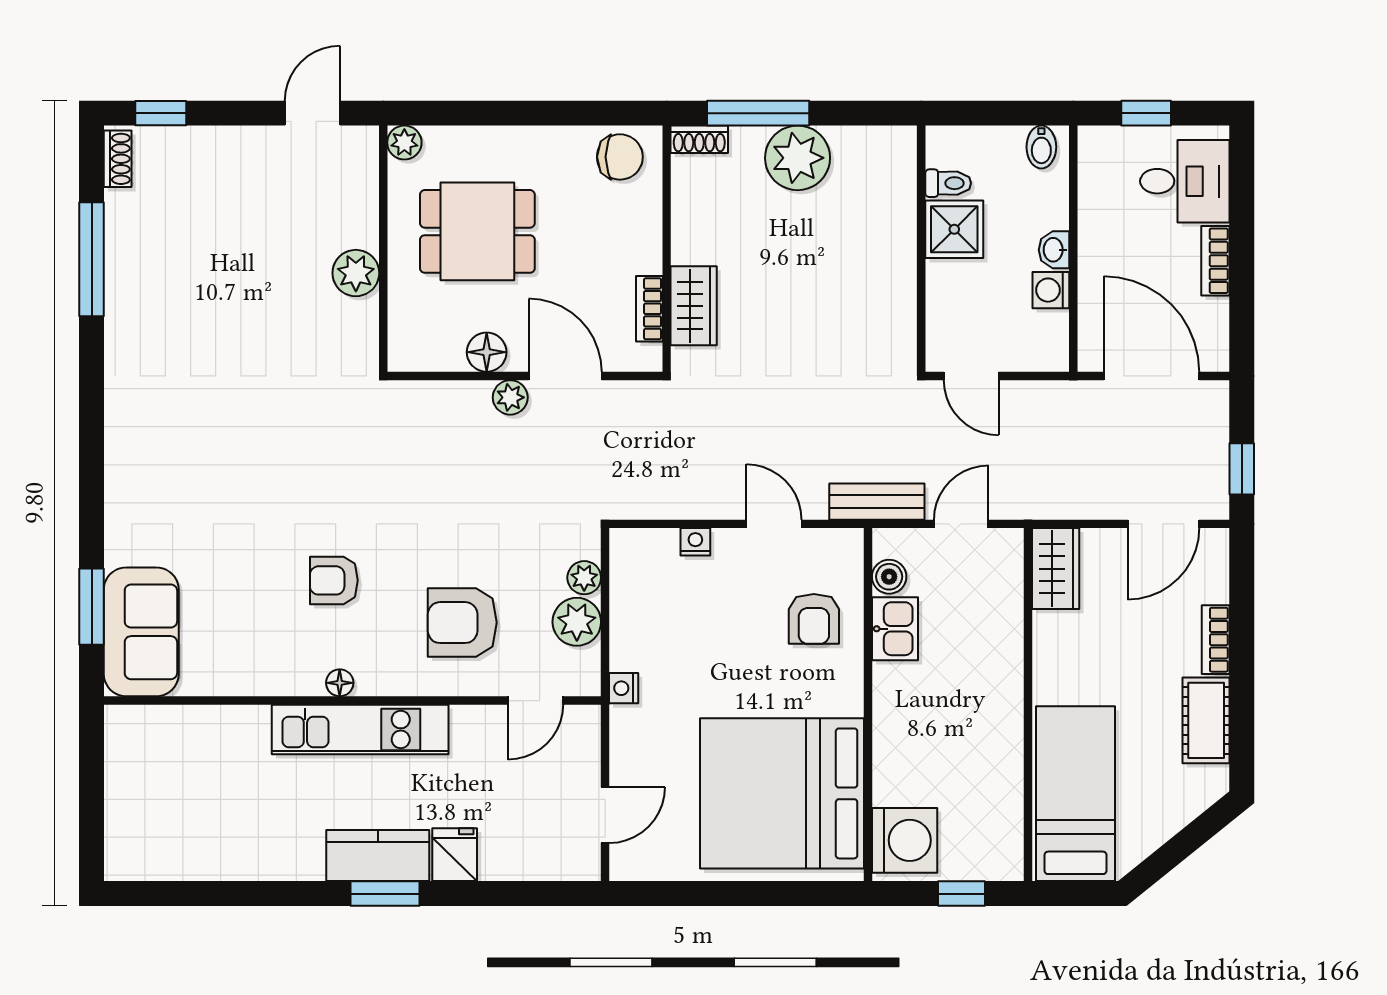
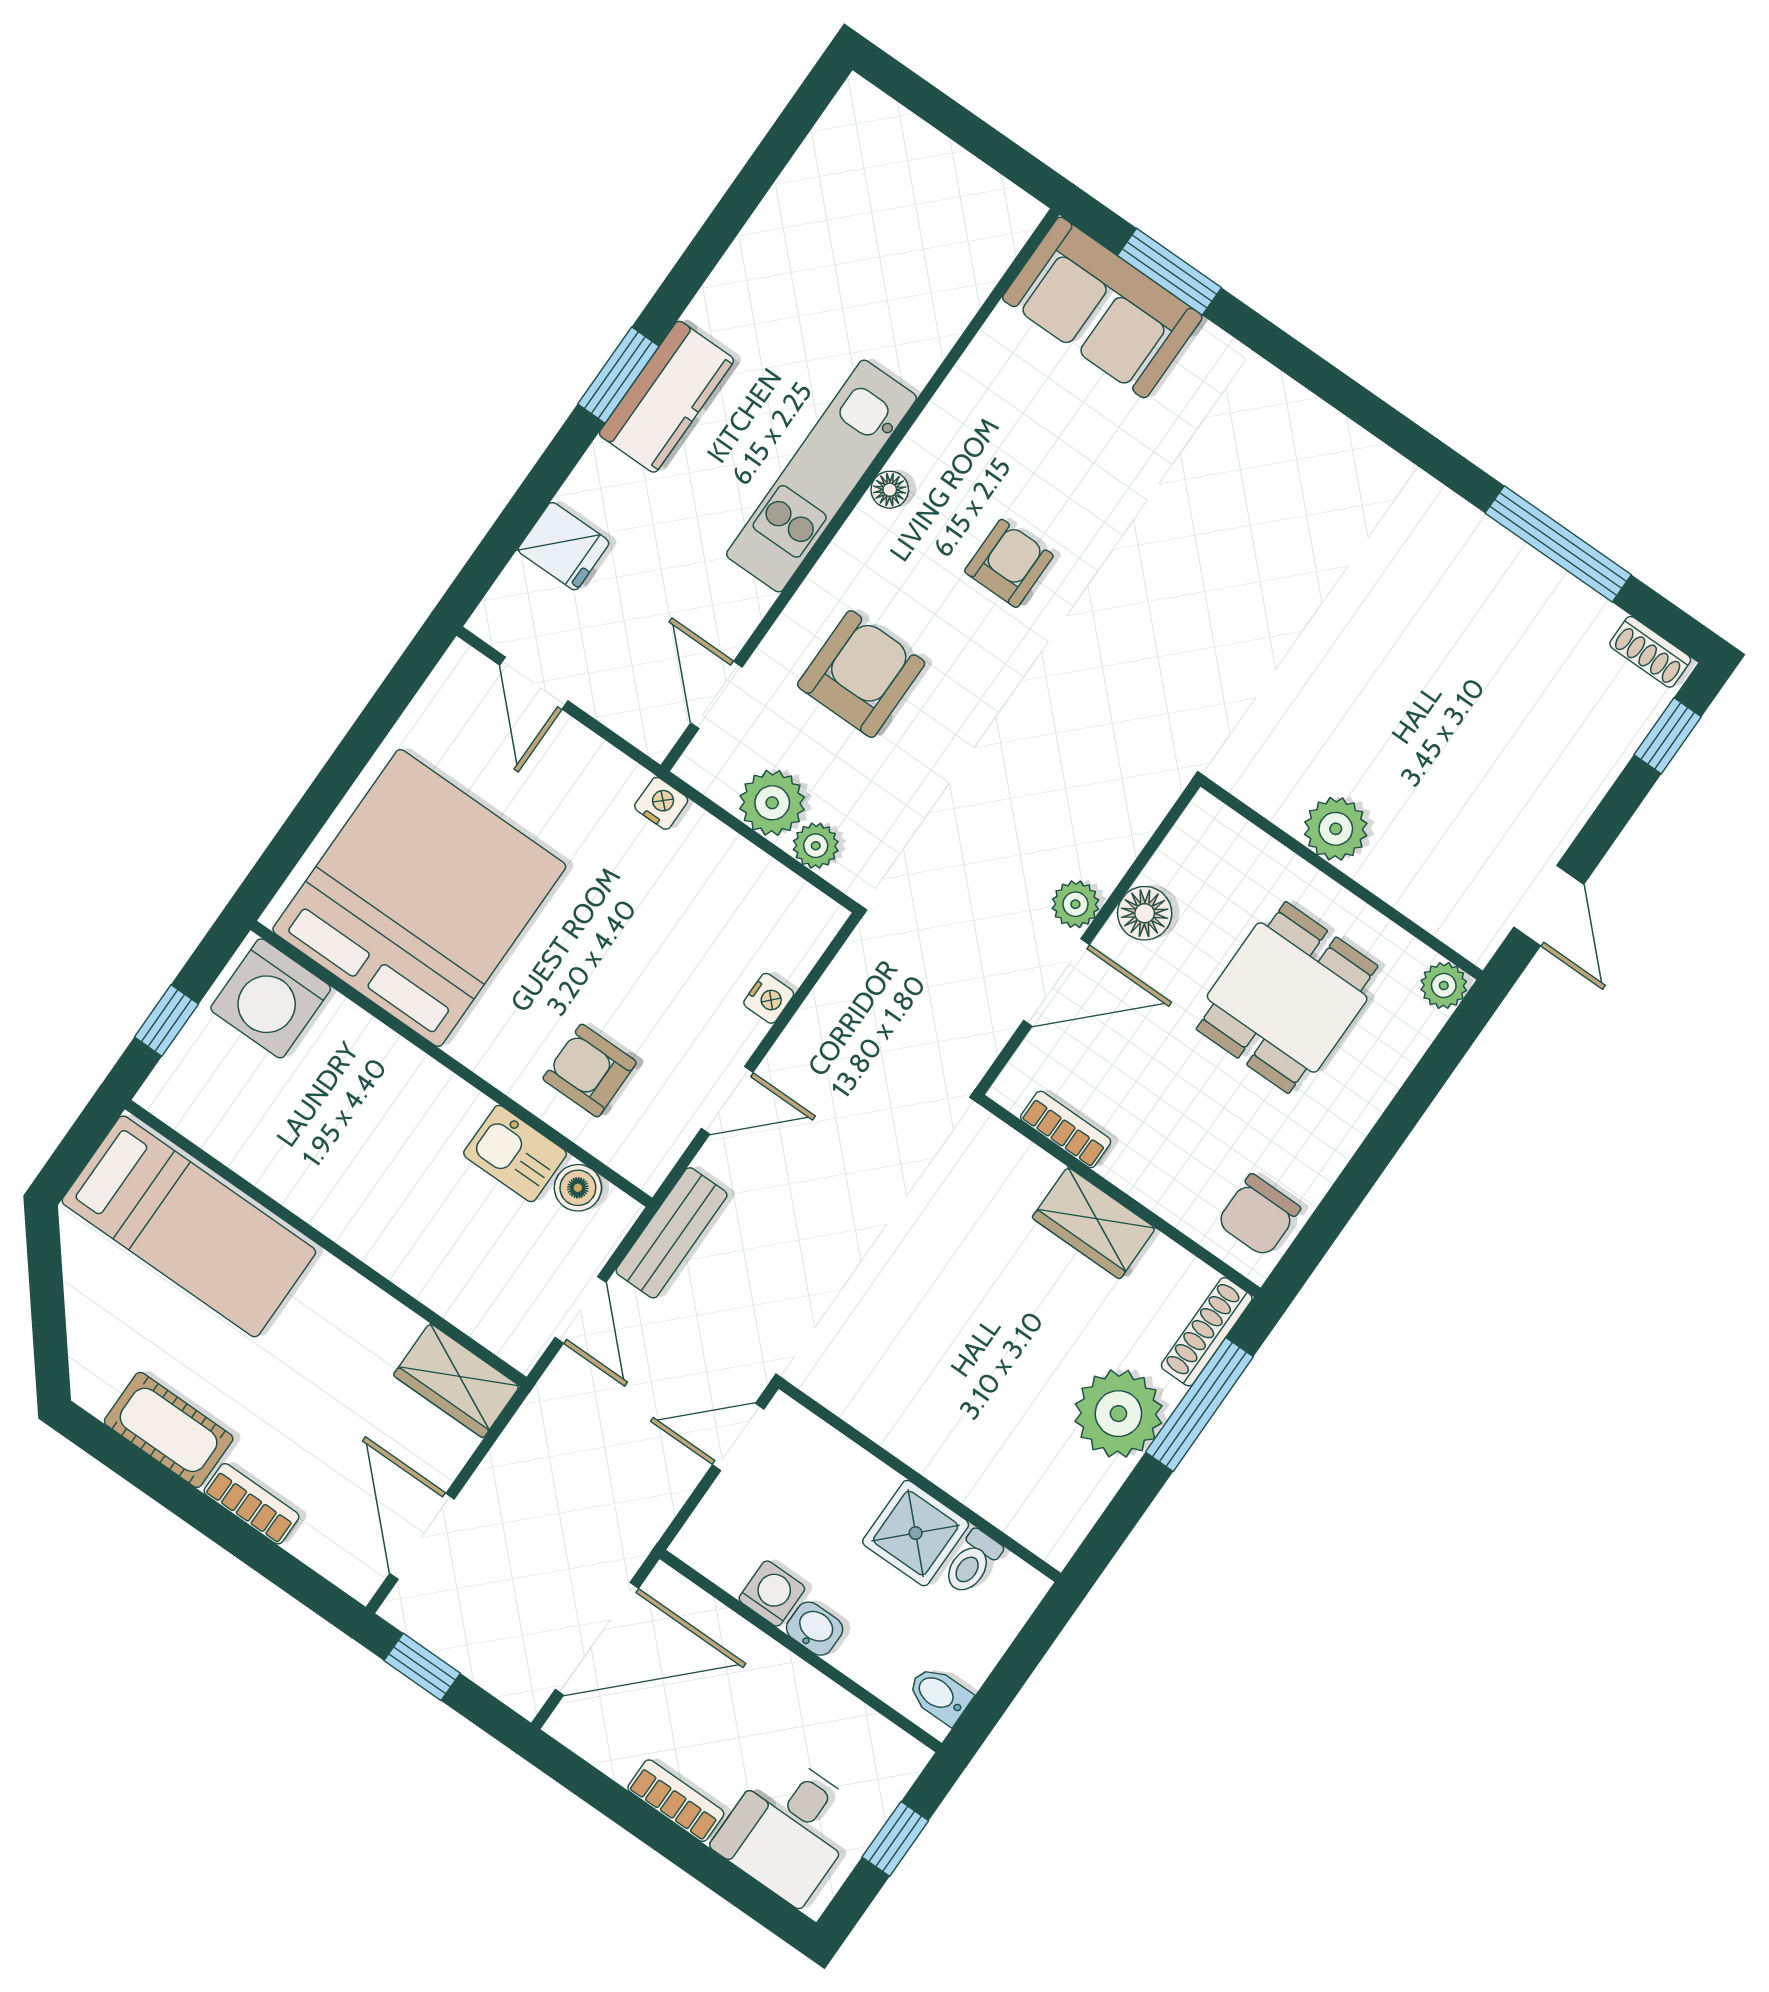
shoe rack: (699, 139) -> (1207, 1332), width x1.43
wardrobe: (694, 306) -> (1094, 1223), moved
fridge: (455, 855) -> (563, 546), moved

